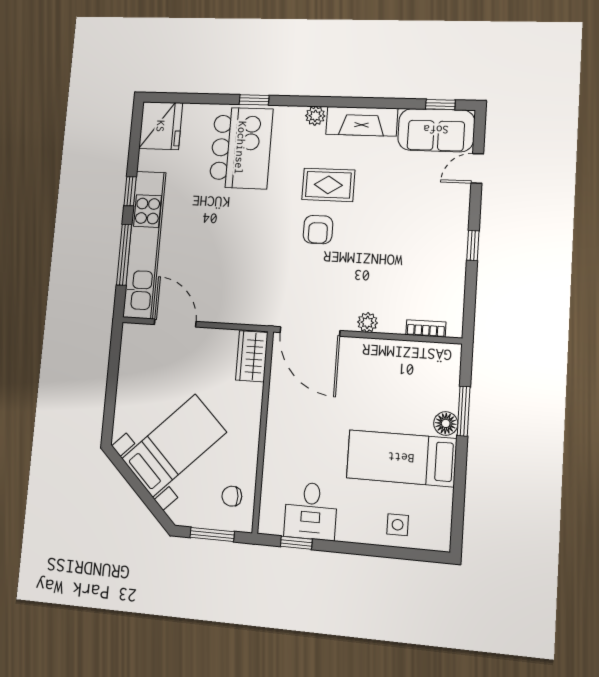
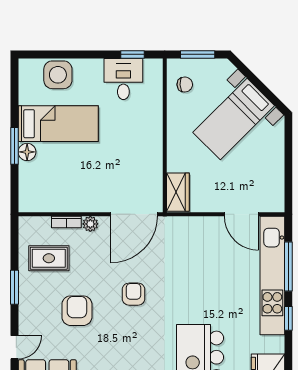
rug: (328, 185) -> (49, 258), moved
armchair: (392, 212) -> (77, 311), added
window: (473, 246) -> (14, 287), width x1.50
bookcase: (426, 329) -> (66, 222), moved
door: (310, 331) -> (134, 214), swing flipped
window: (464, 411) -> (14, 146), moved
side table: (398, 525) -> (58, 75), width x1.87, depth x1.87

